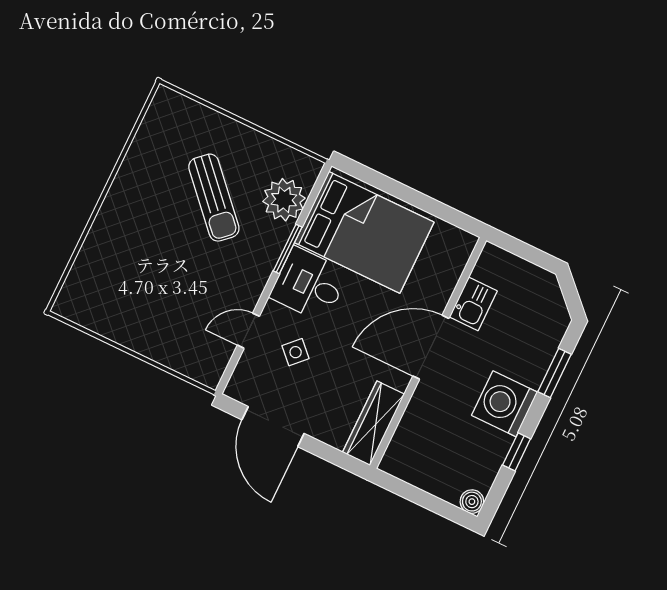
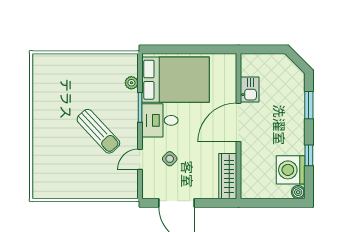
sun lounger: (214, 198) -> (98, 131), moved
plant: (284, 200) -> (131, 83), width x0.53, depth x0.53
washing machine: (505, 404) -> (291, 170), moved

